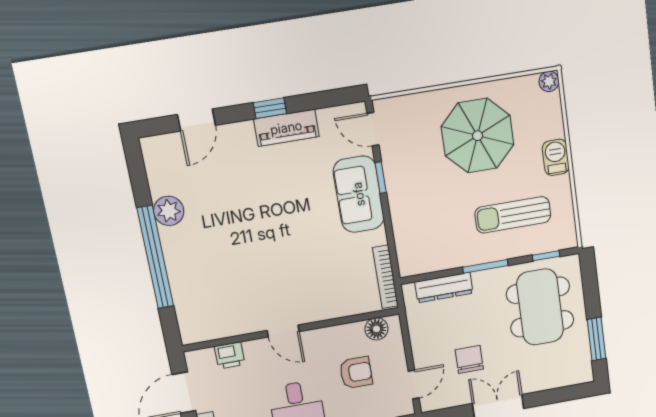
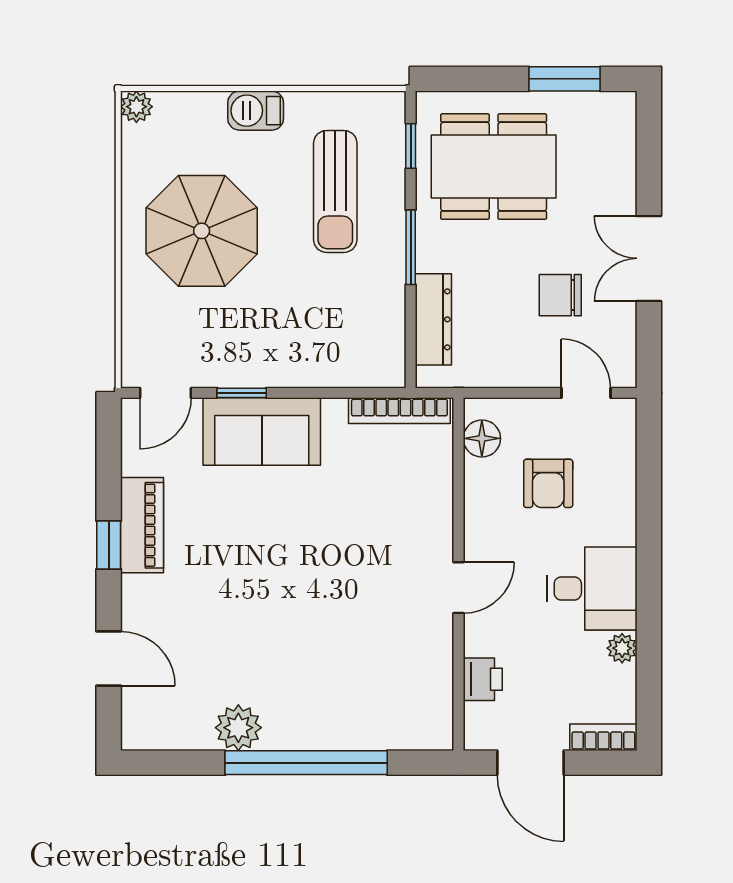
armchair: (356, 373) -> (548, 483), turned 180

